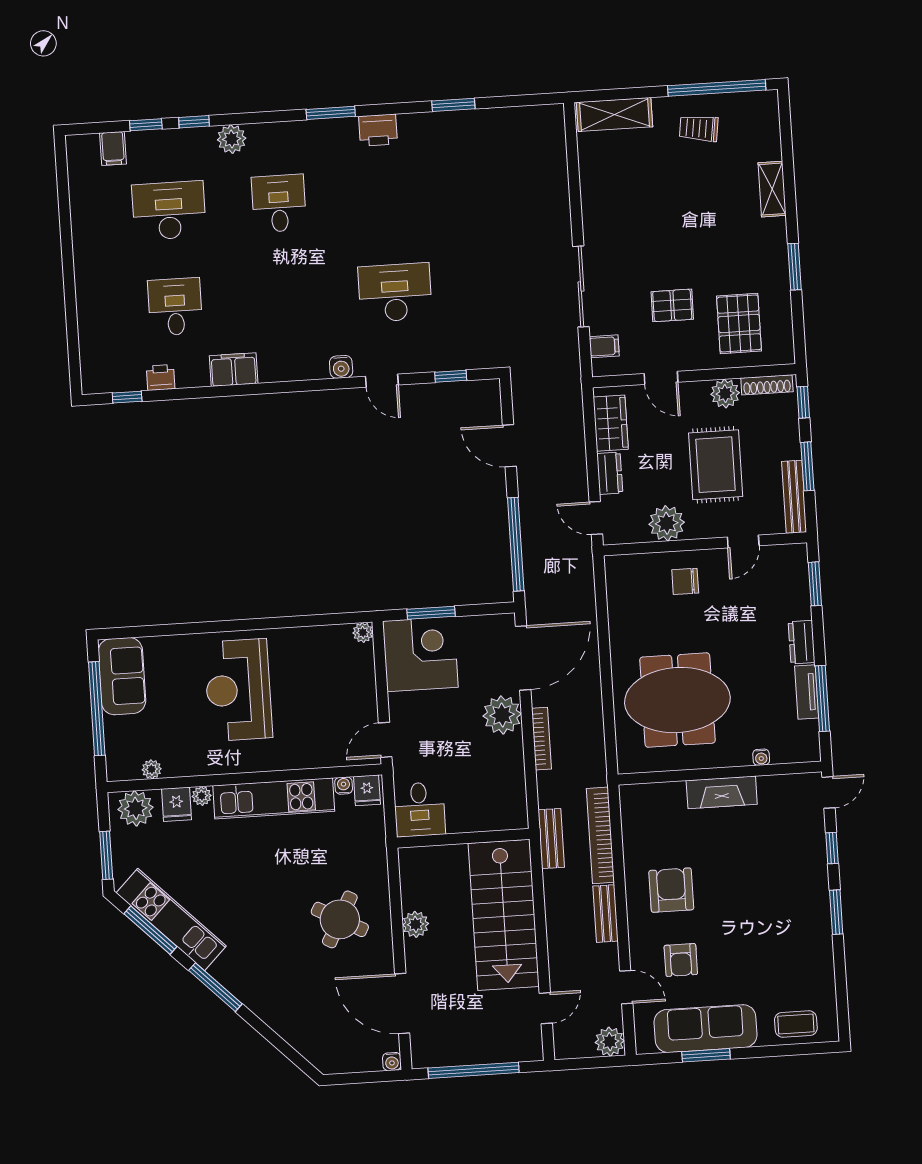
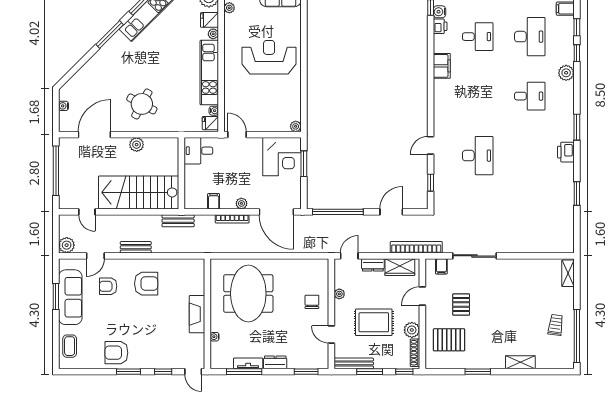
shelving: (615, 114) -> (568, 273), width x0.67, depth x0.75
water cooler: (341, 367) -> (440, 12), moved
plant: (667, 523) -> (339, 294), width x0.53, depth x0.53
plant: (502, 715) -> (241, 203), width x0.53, depth x0.53
filing cabinet: (511, 775) -> (214, 201), added
bookcase: (600, 835) -> (416, 247), moved
armchair: (802, 937) -> (116, 353), added
water cooler: (392, 1061) -> (63, 106), moved

